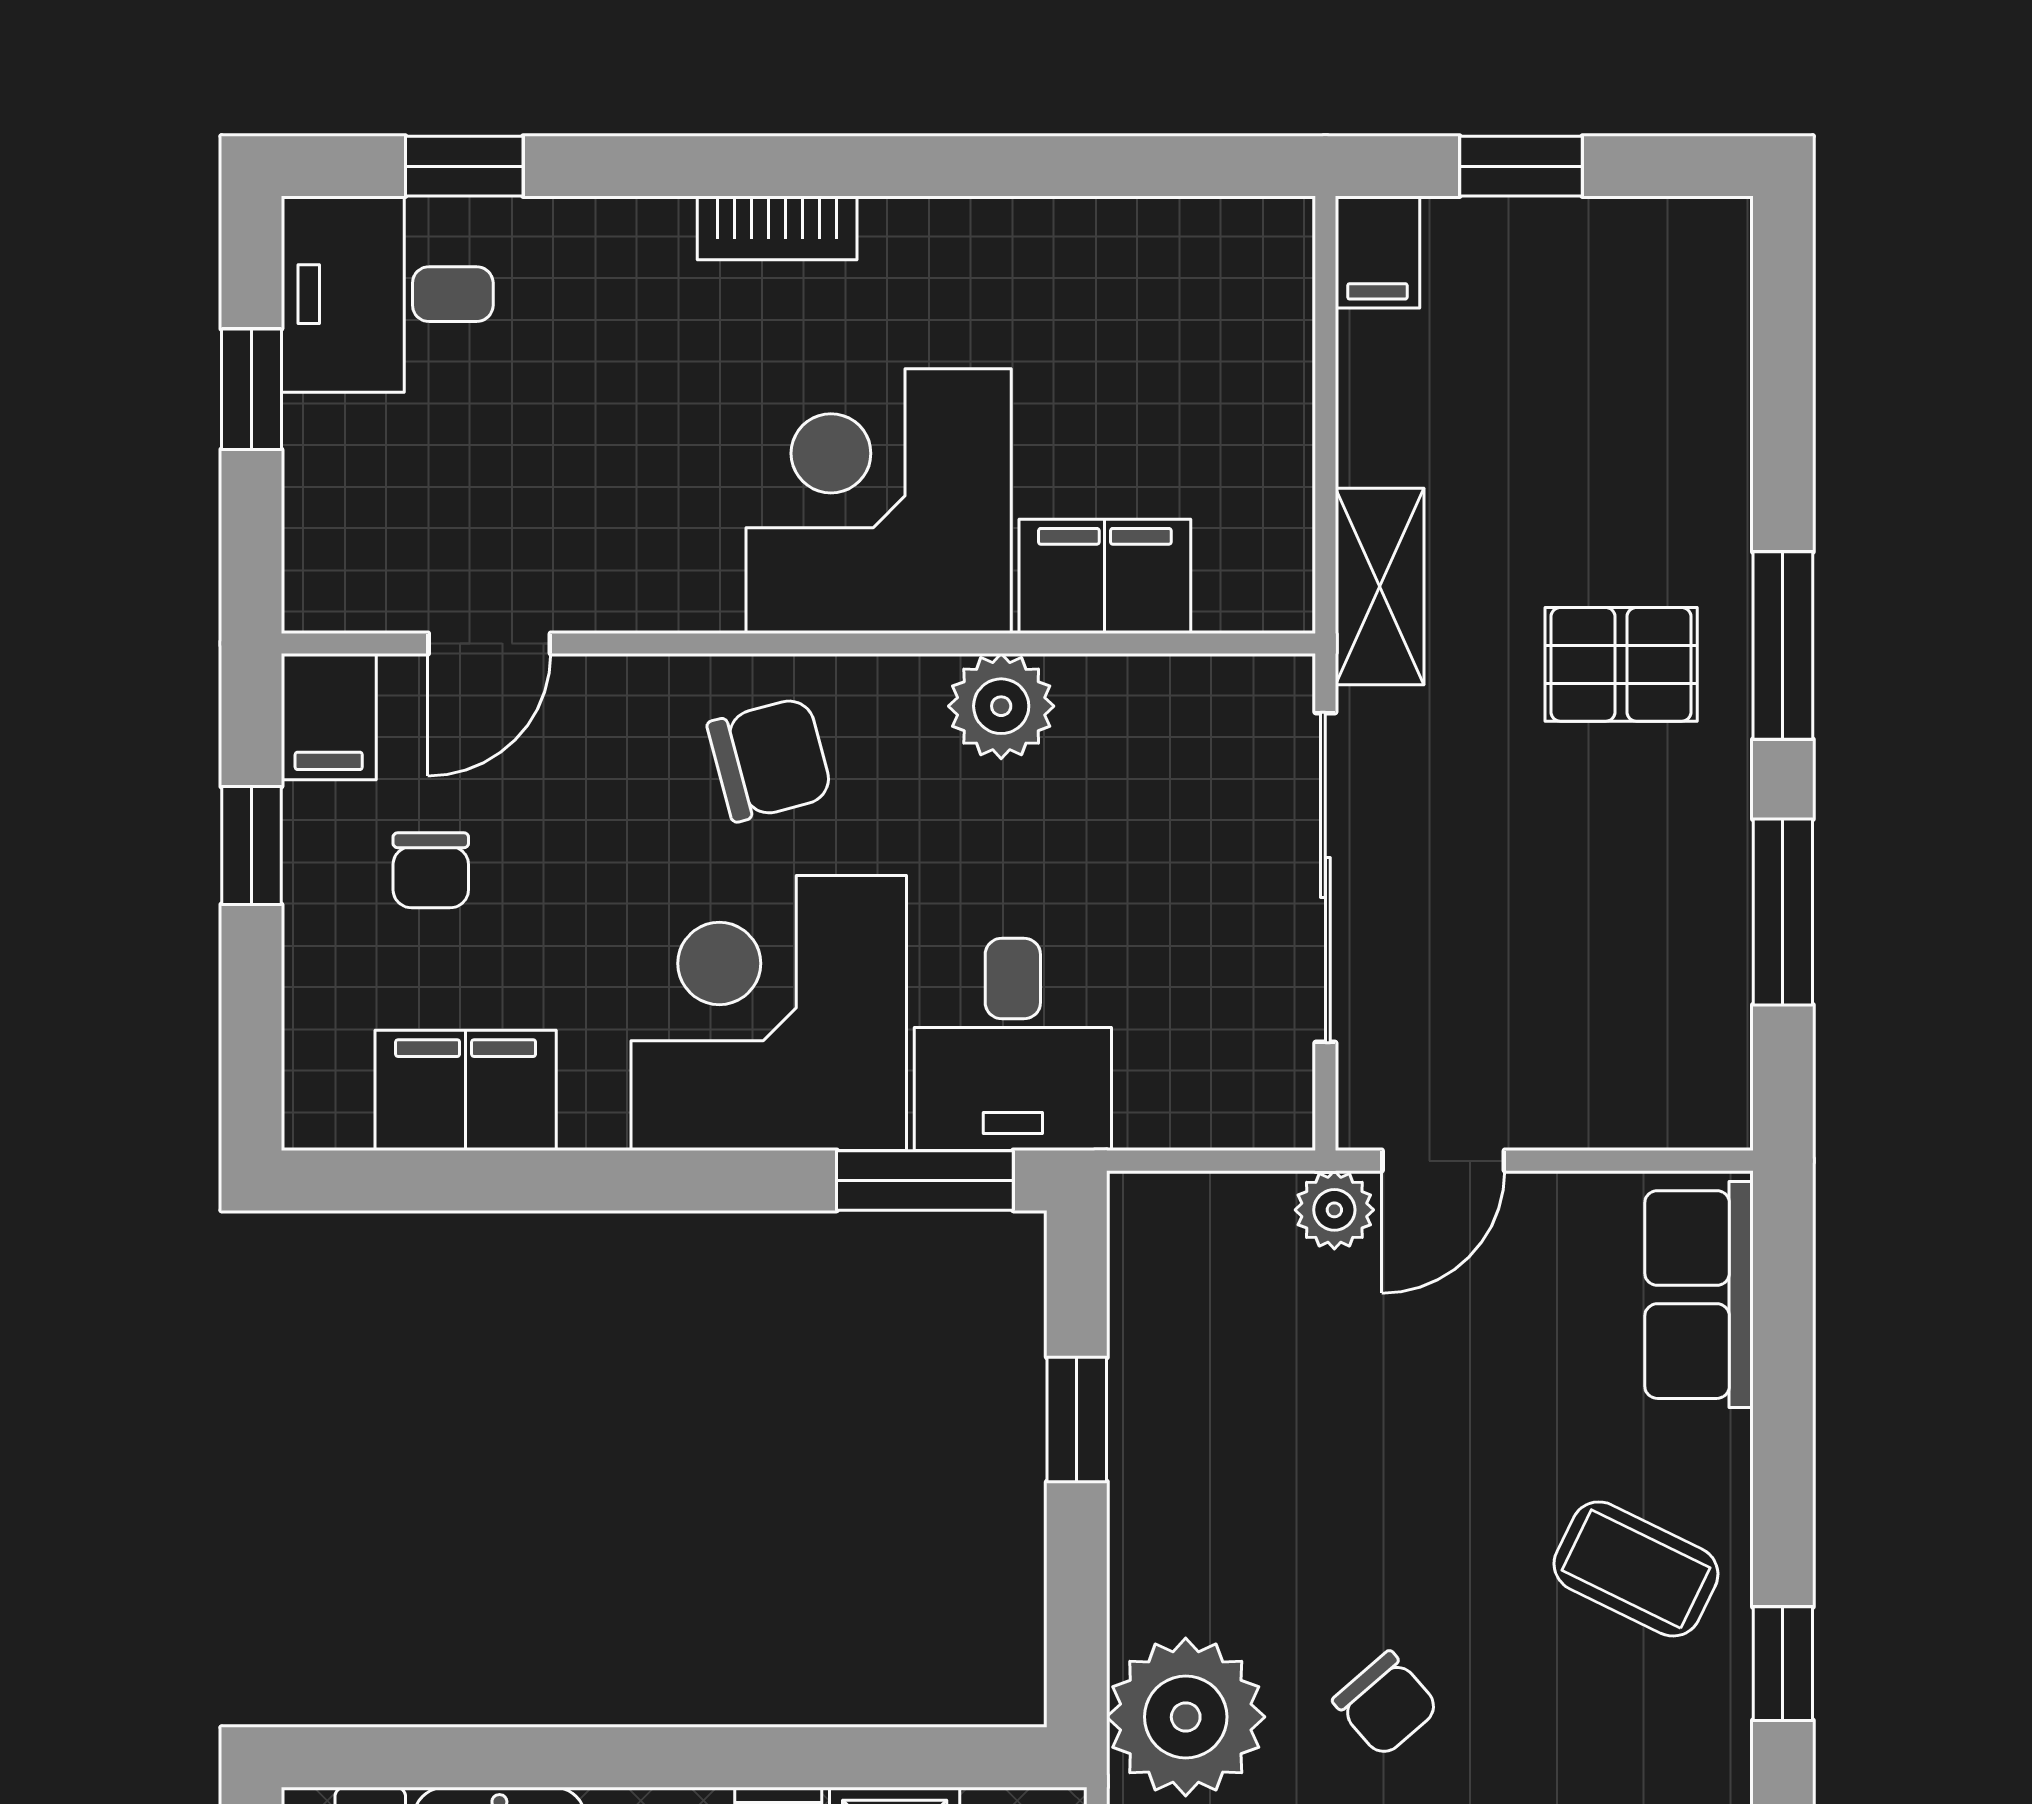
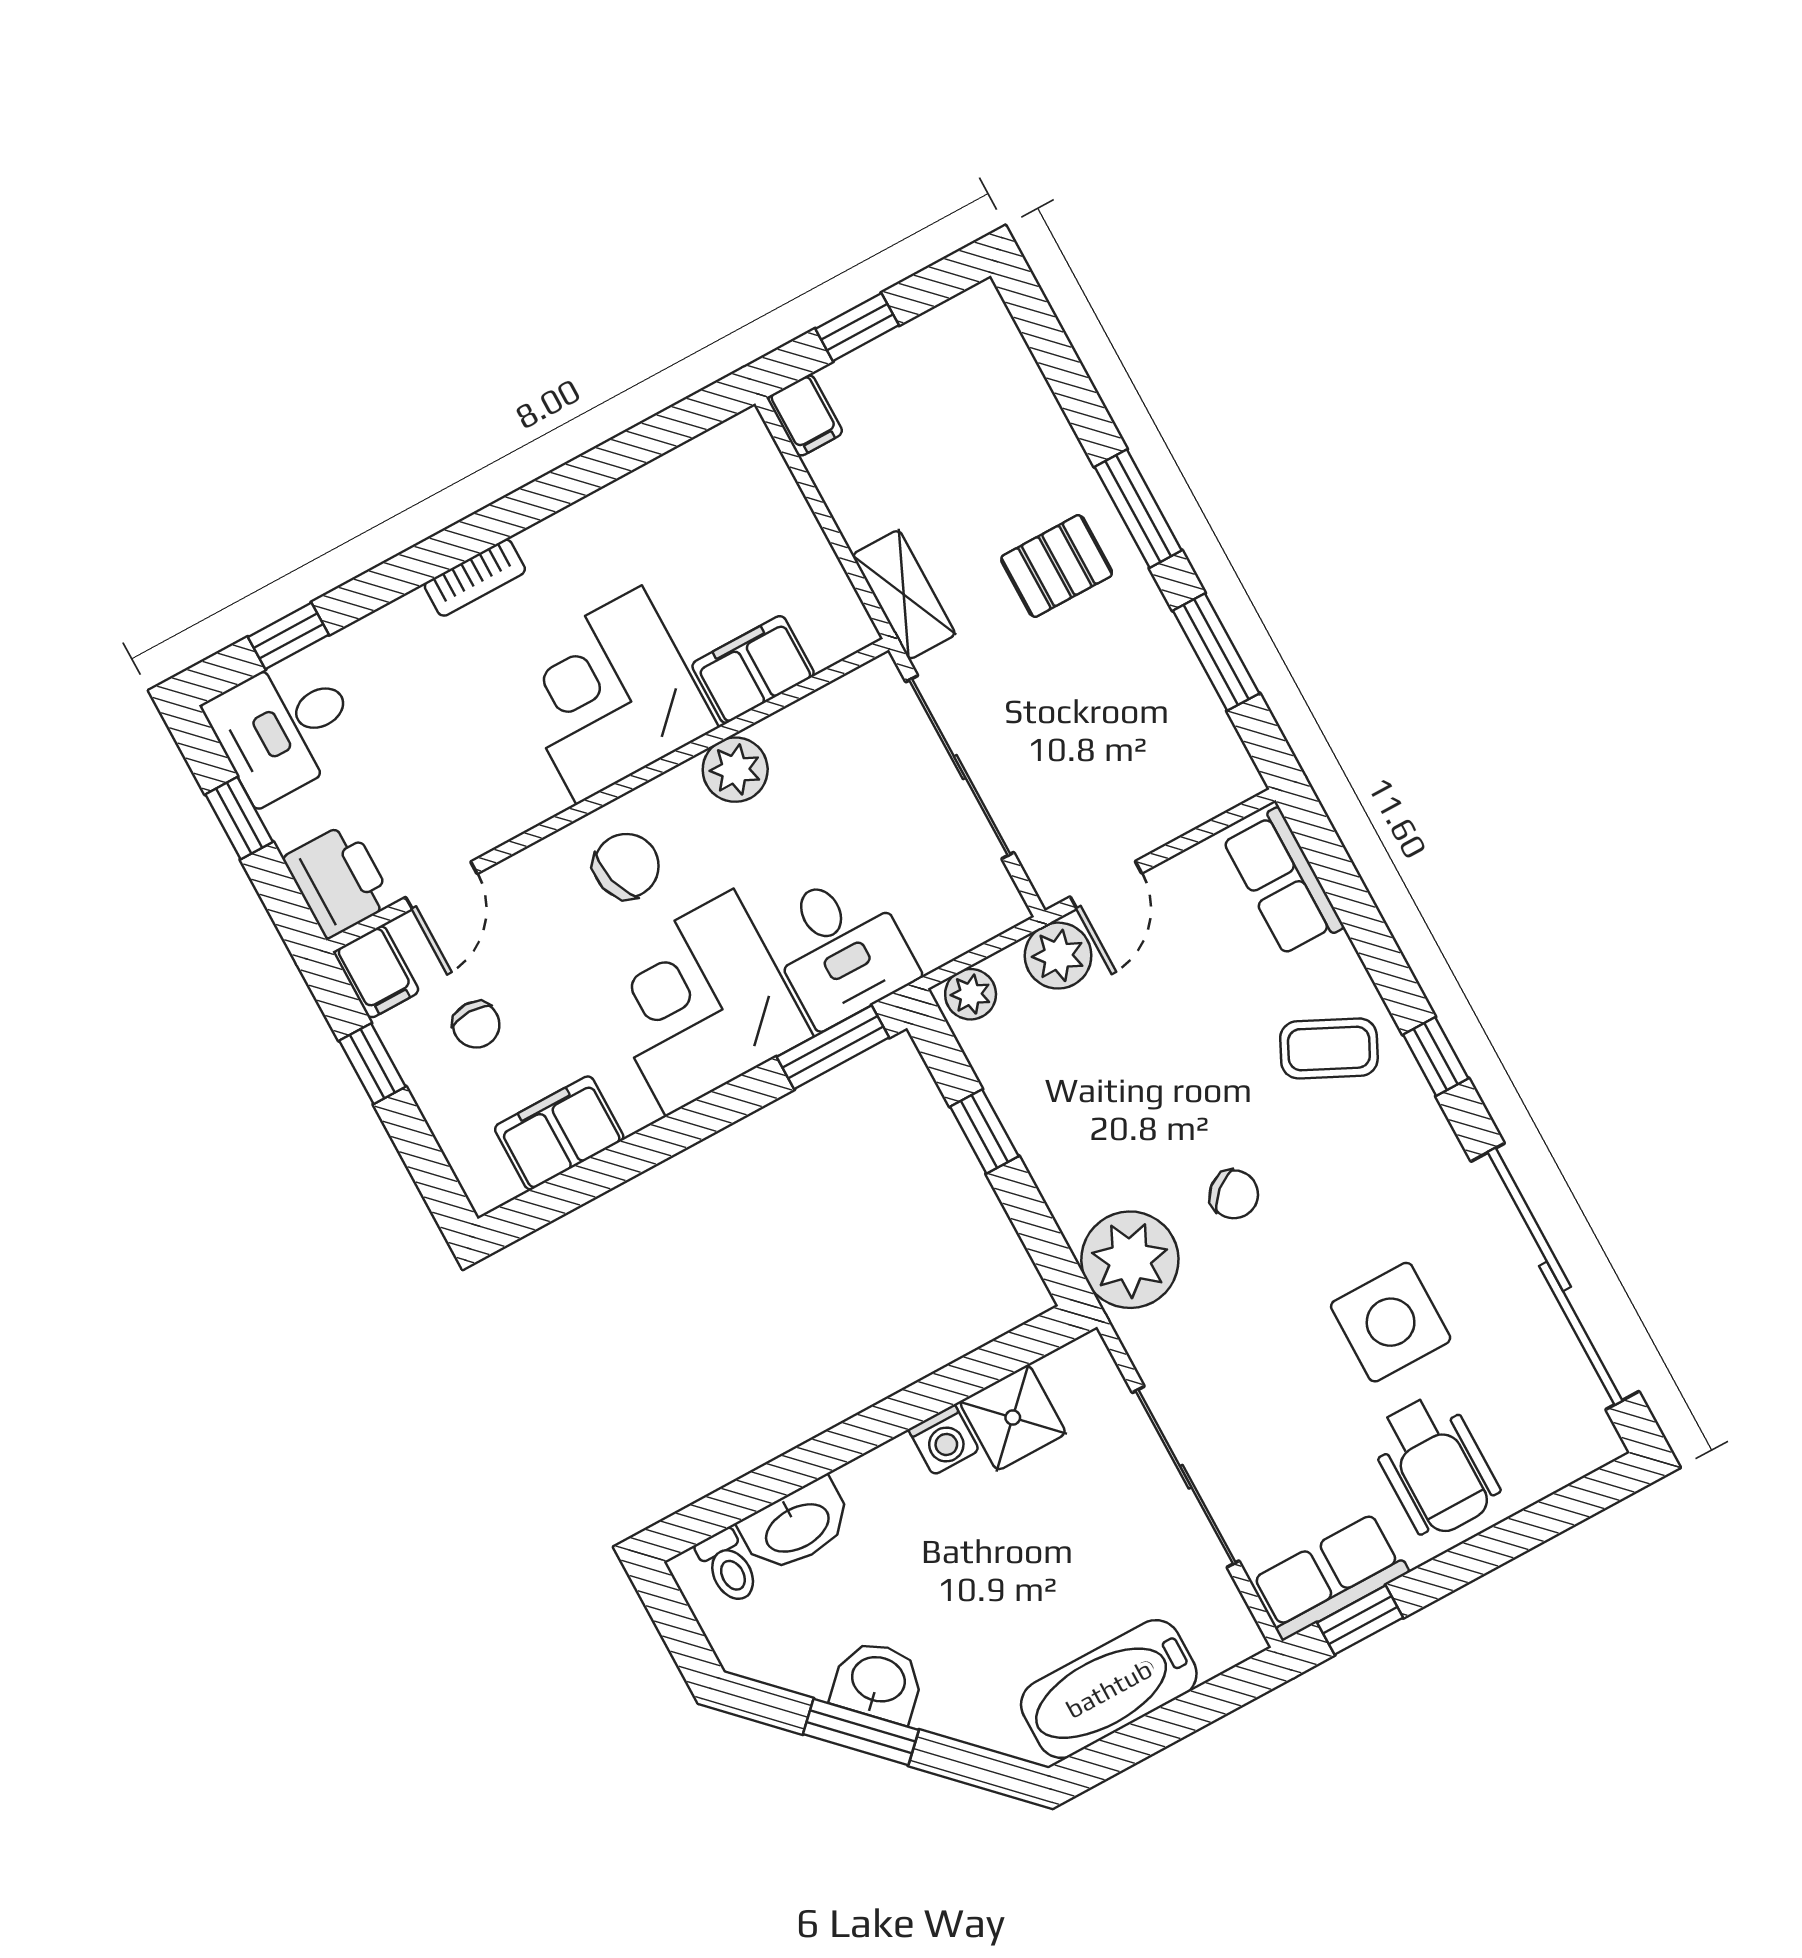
printer: (345, 556) -> (338, 880), added
plant: (1334, 1210) -> (1058, 956), width x1.38, depth x1.38
plant: (1164, 1212) -> (971, 994), added

